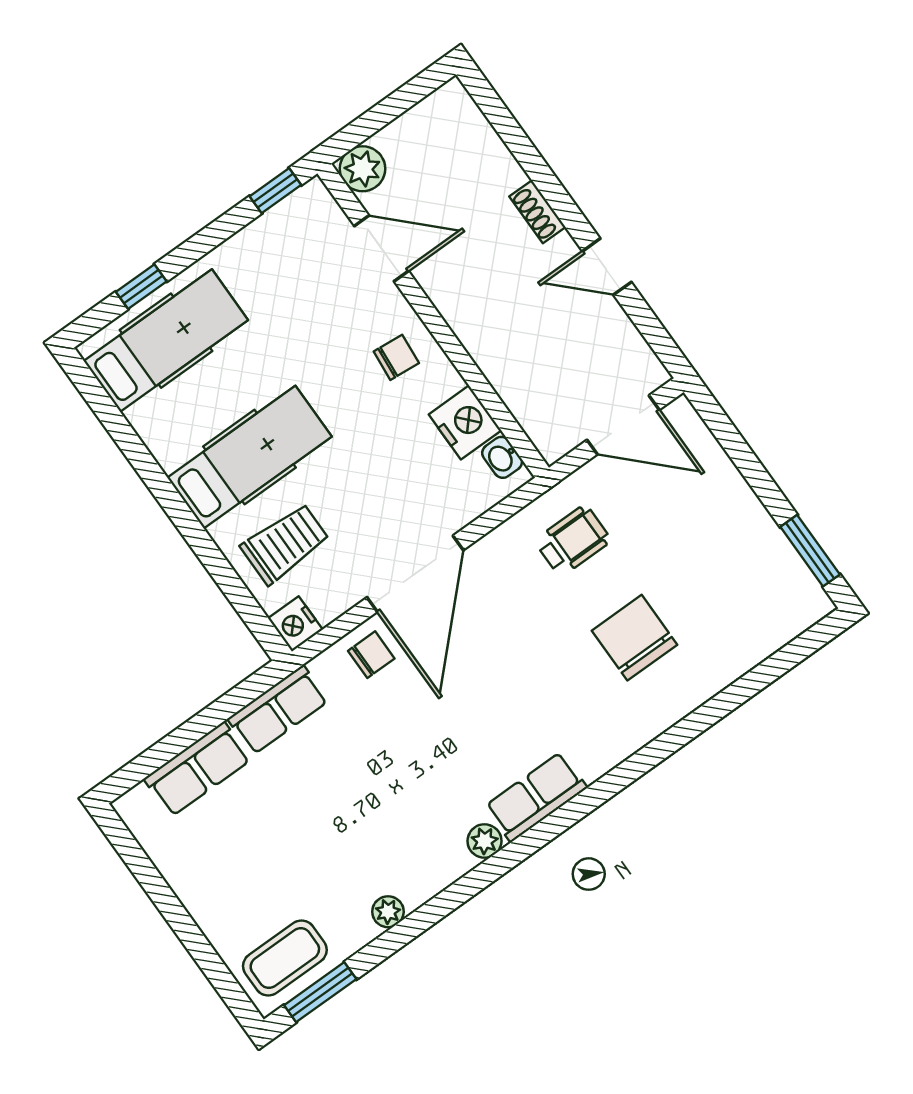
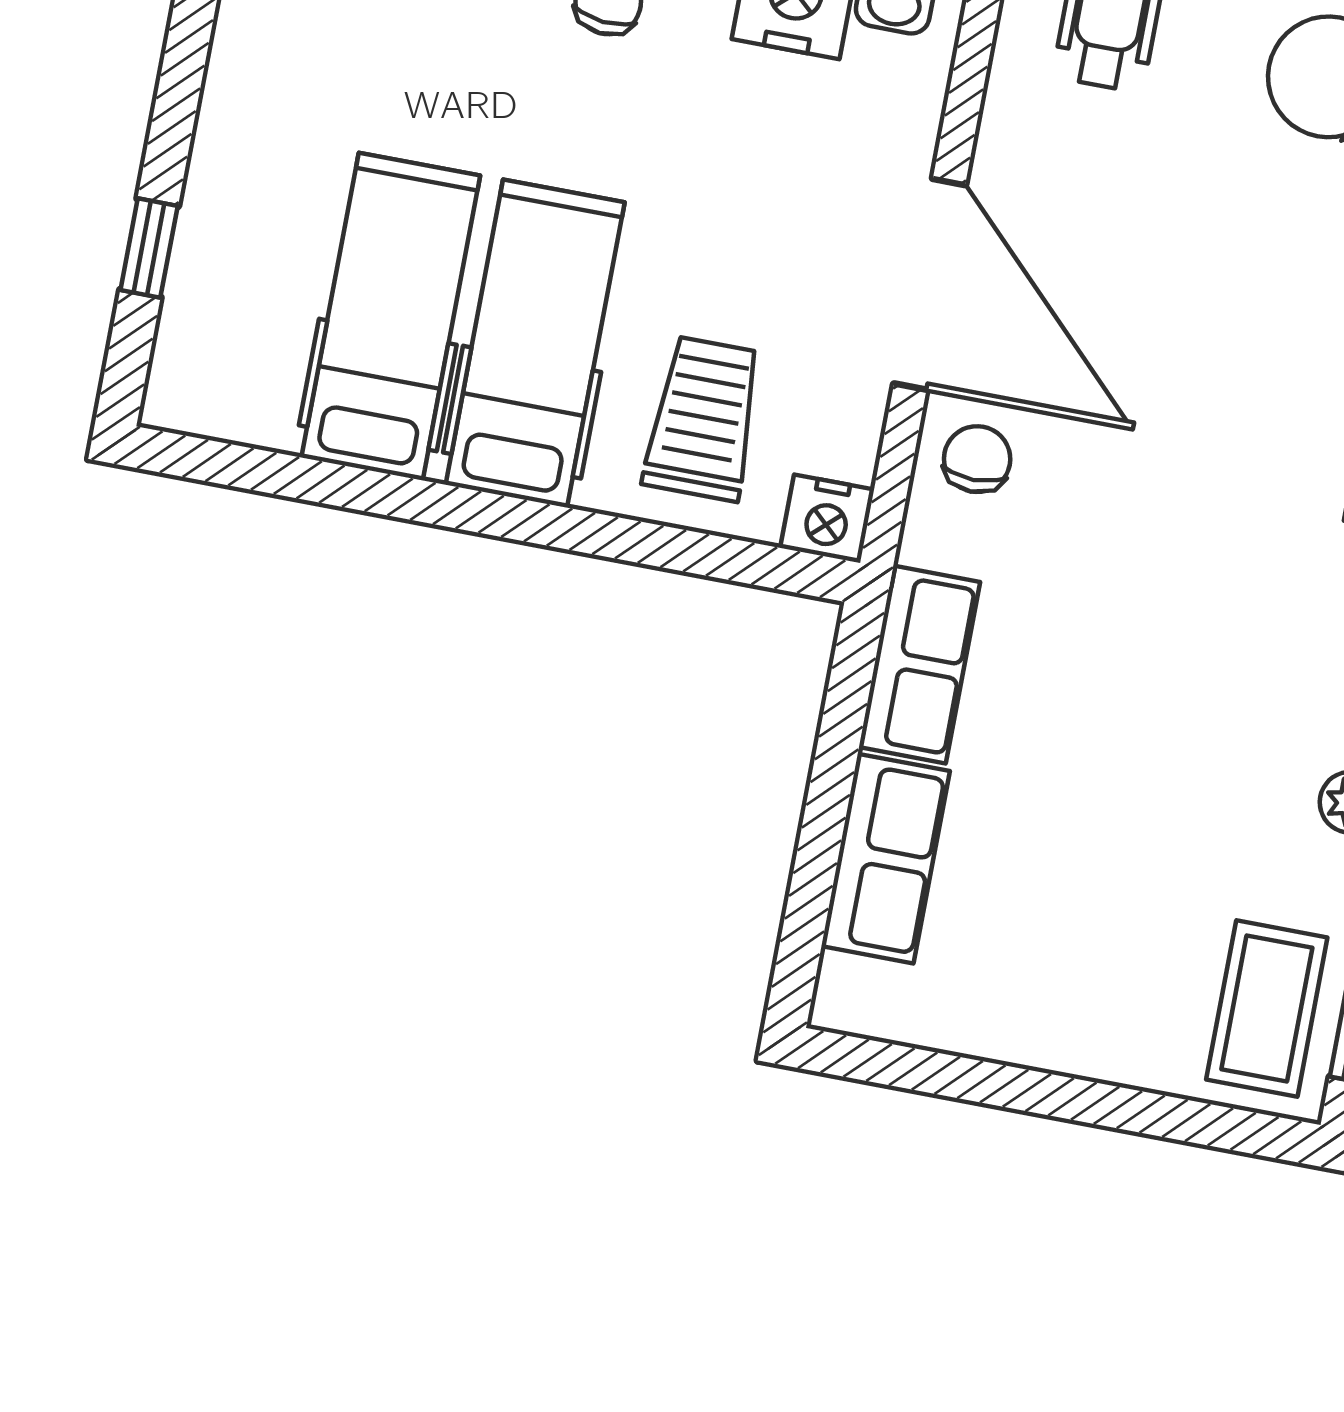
hospital bed: (166, 341) -> (391, 316), moved

